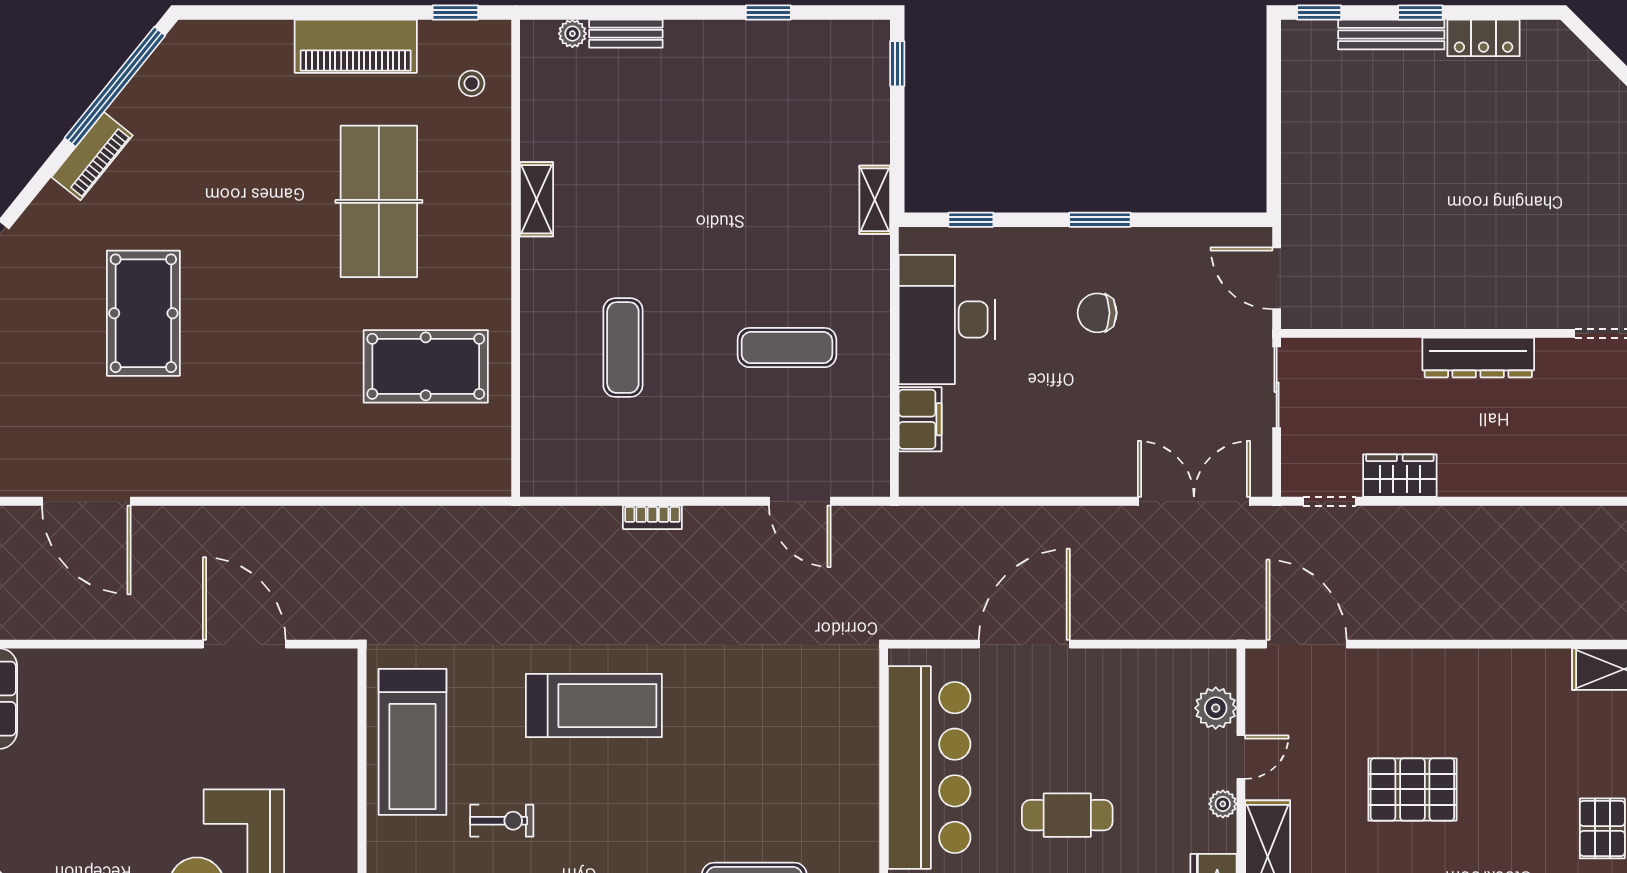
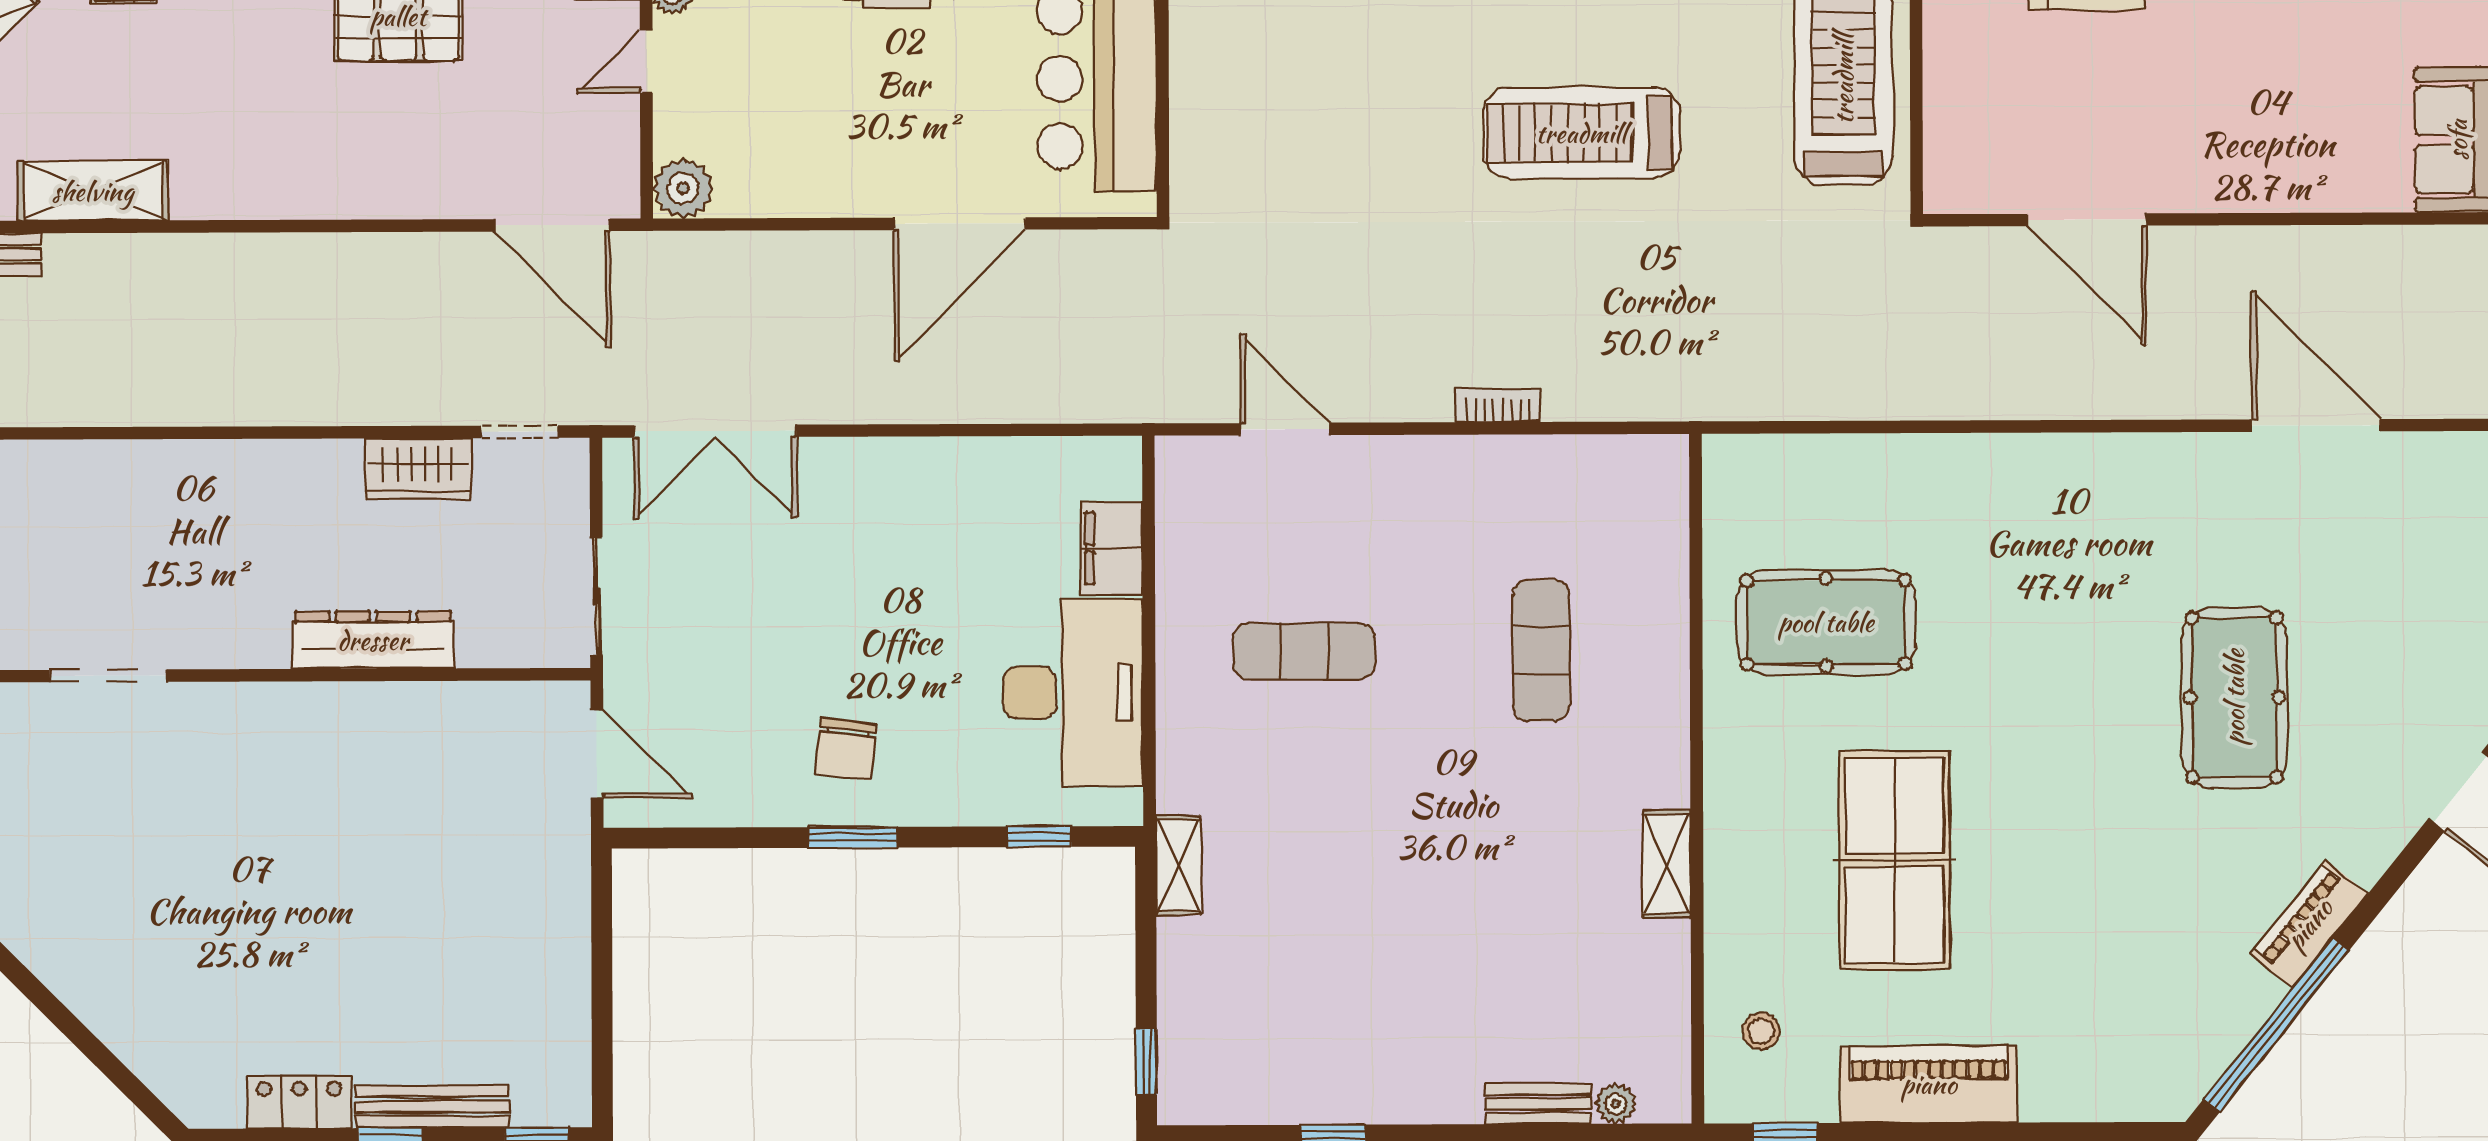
chair: (1097, 313) -> (846, 749), moved, turned 97
dresser: (1478, 358) -> (373, 640), moved
plant: (1216, 708) -> (683, 188), moved

